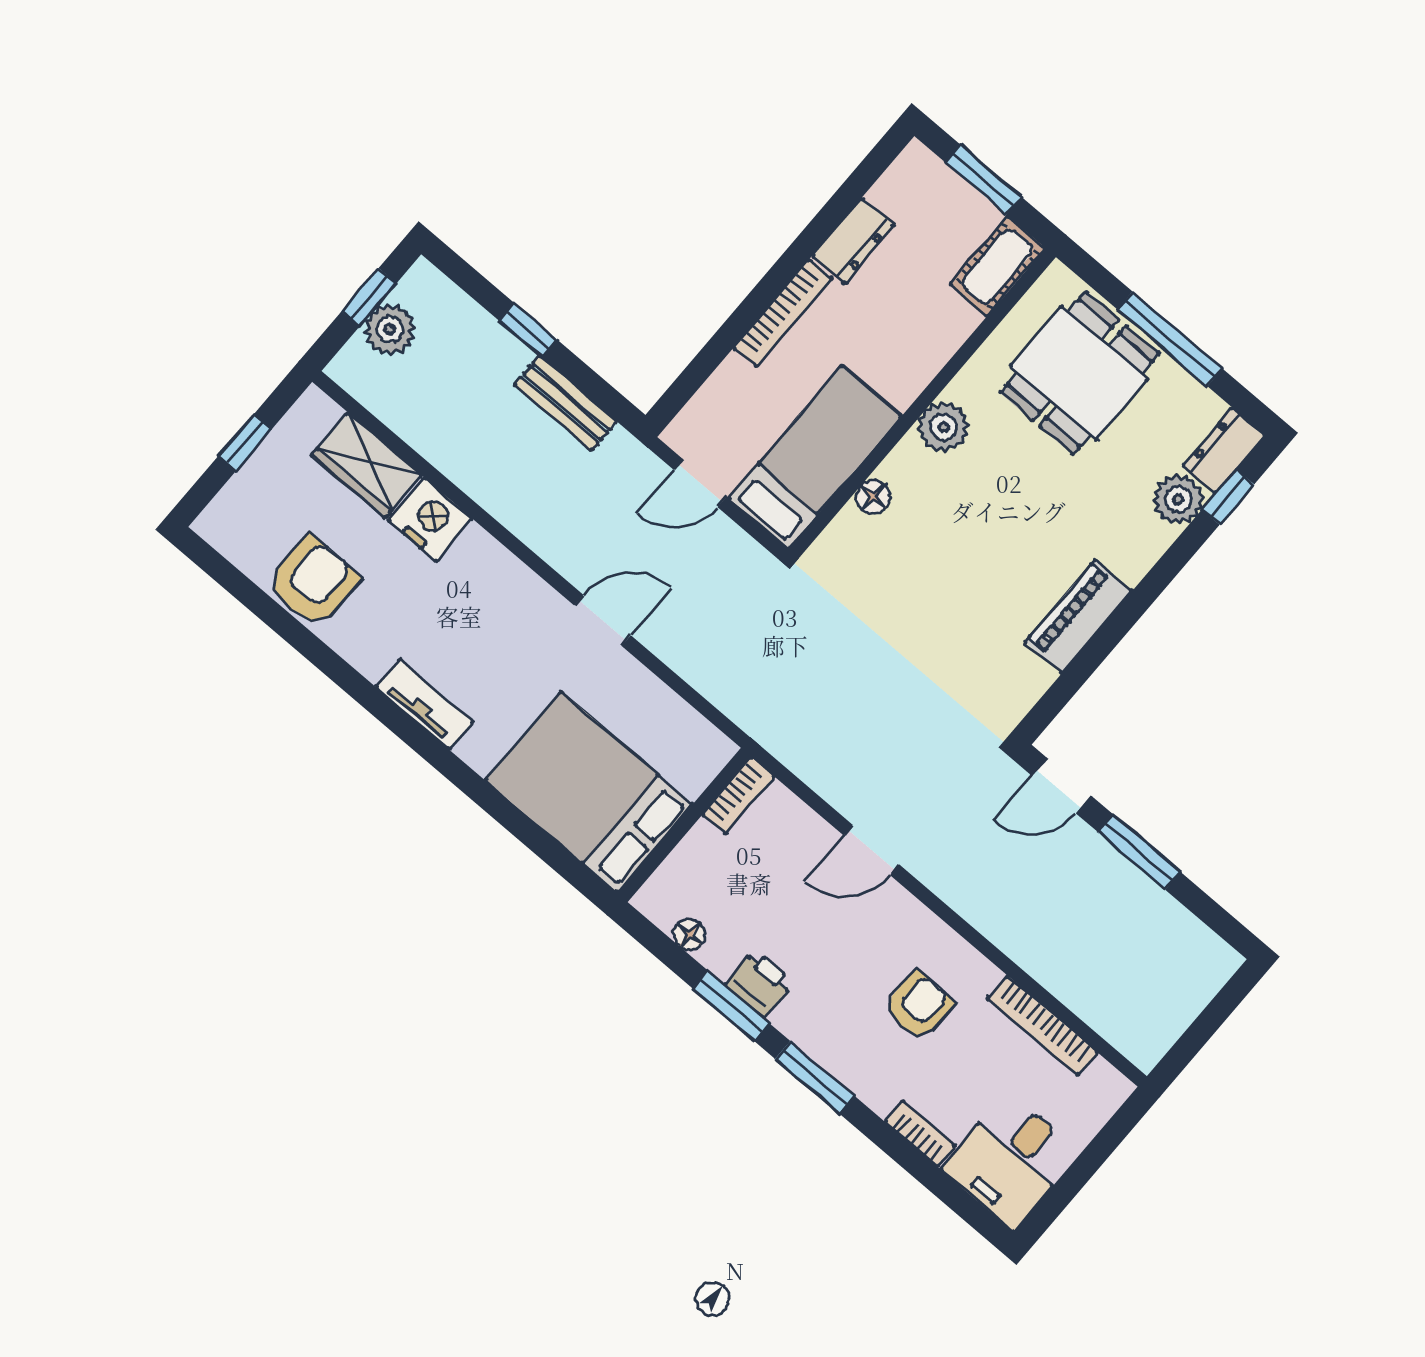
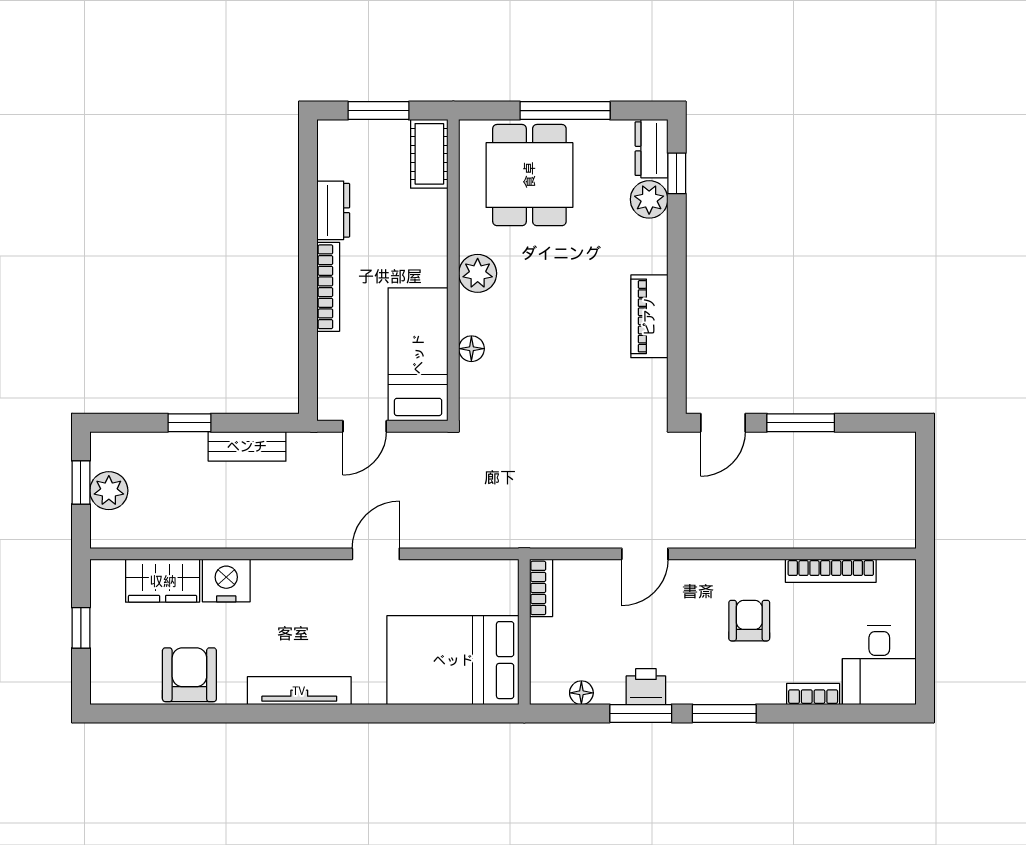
tv unit: (424, 704) -> (299, 691), width x1.41

